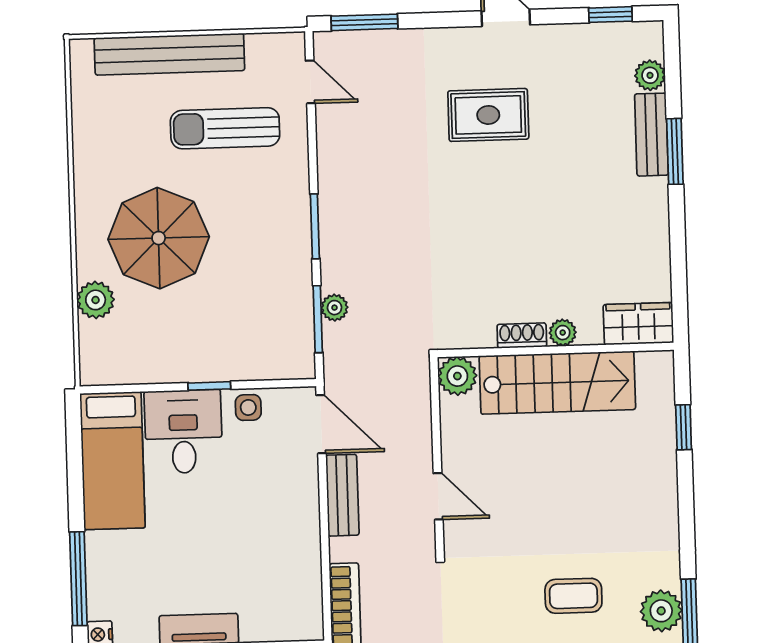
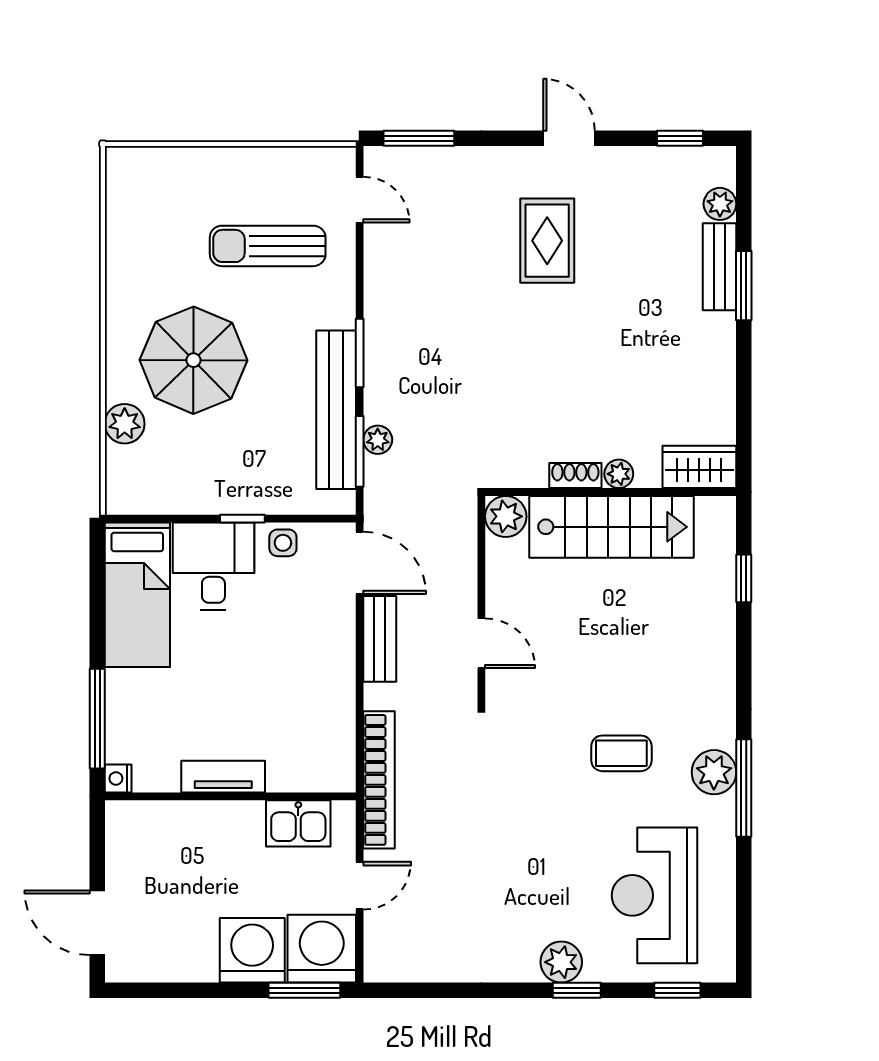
bench: (169, 54) -> (336, 410), moved, turned 90
rug: (488, 115) -> (547, 241), turned 90

